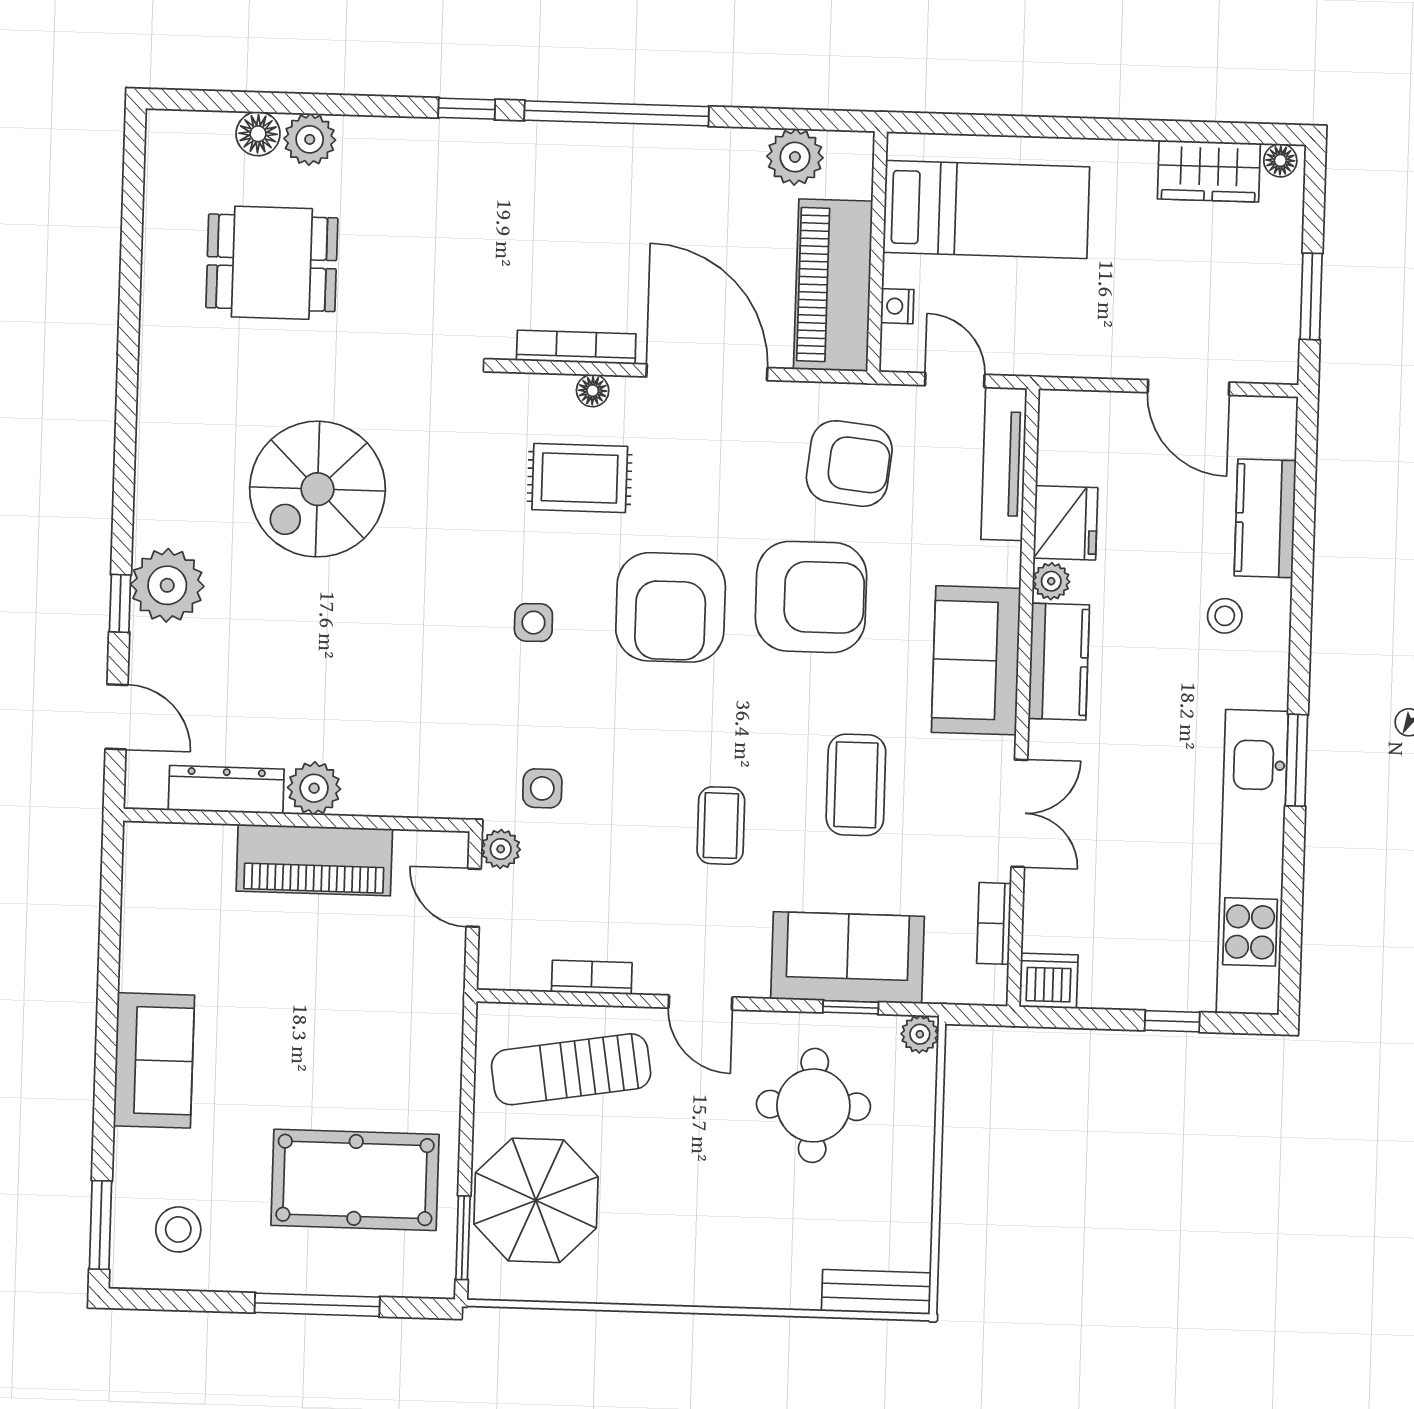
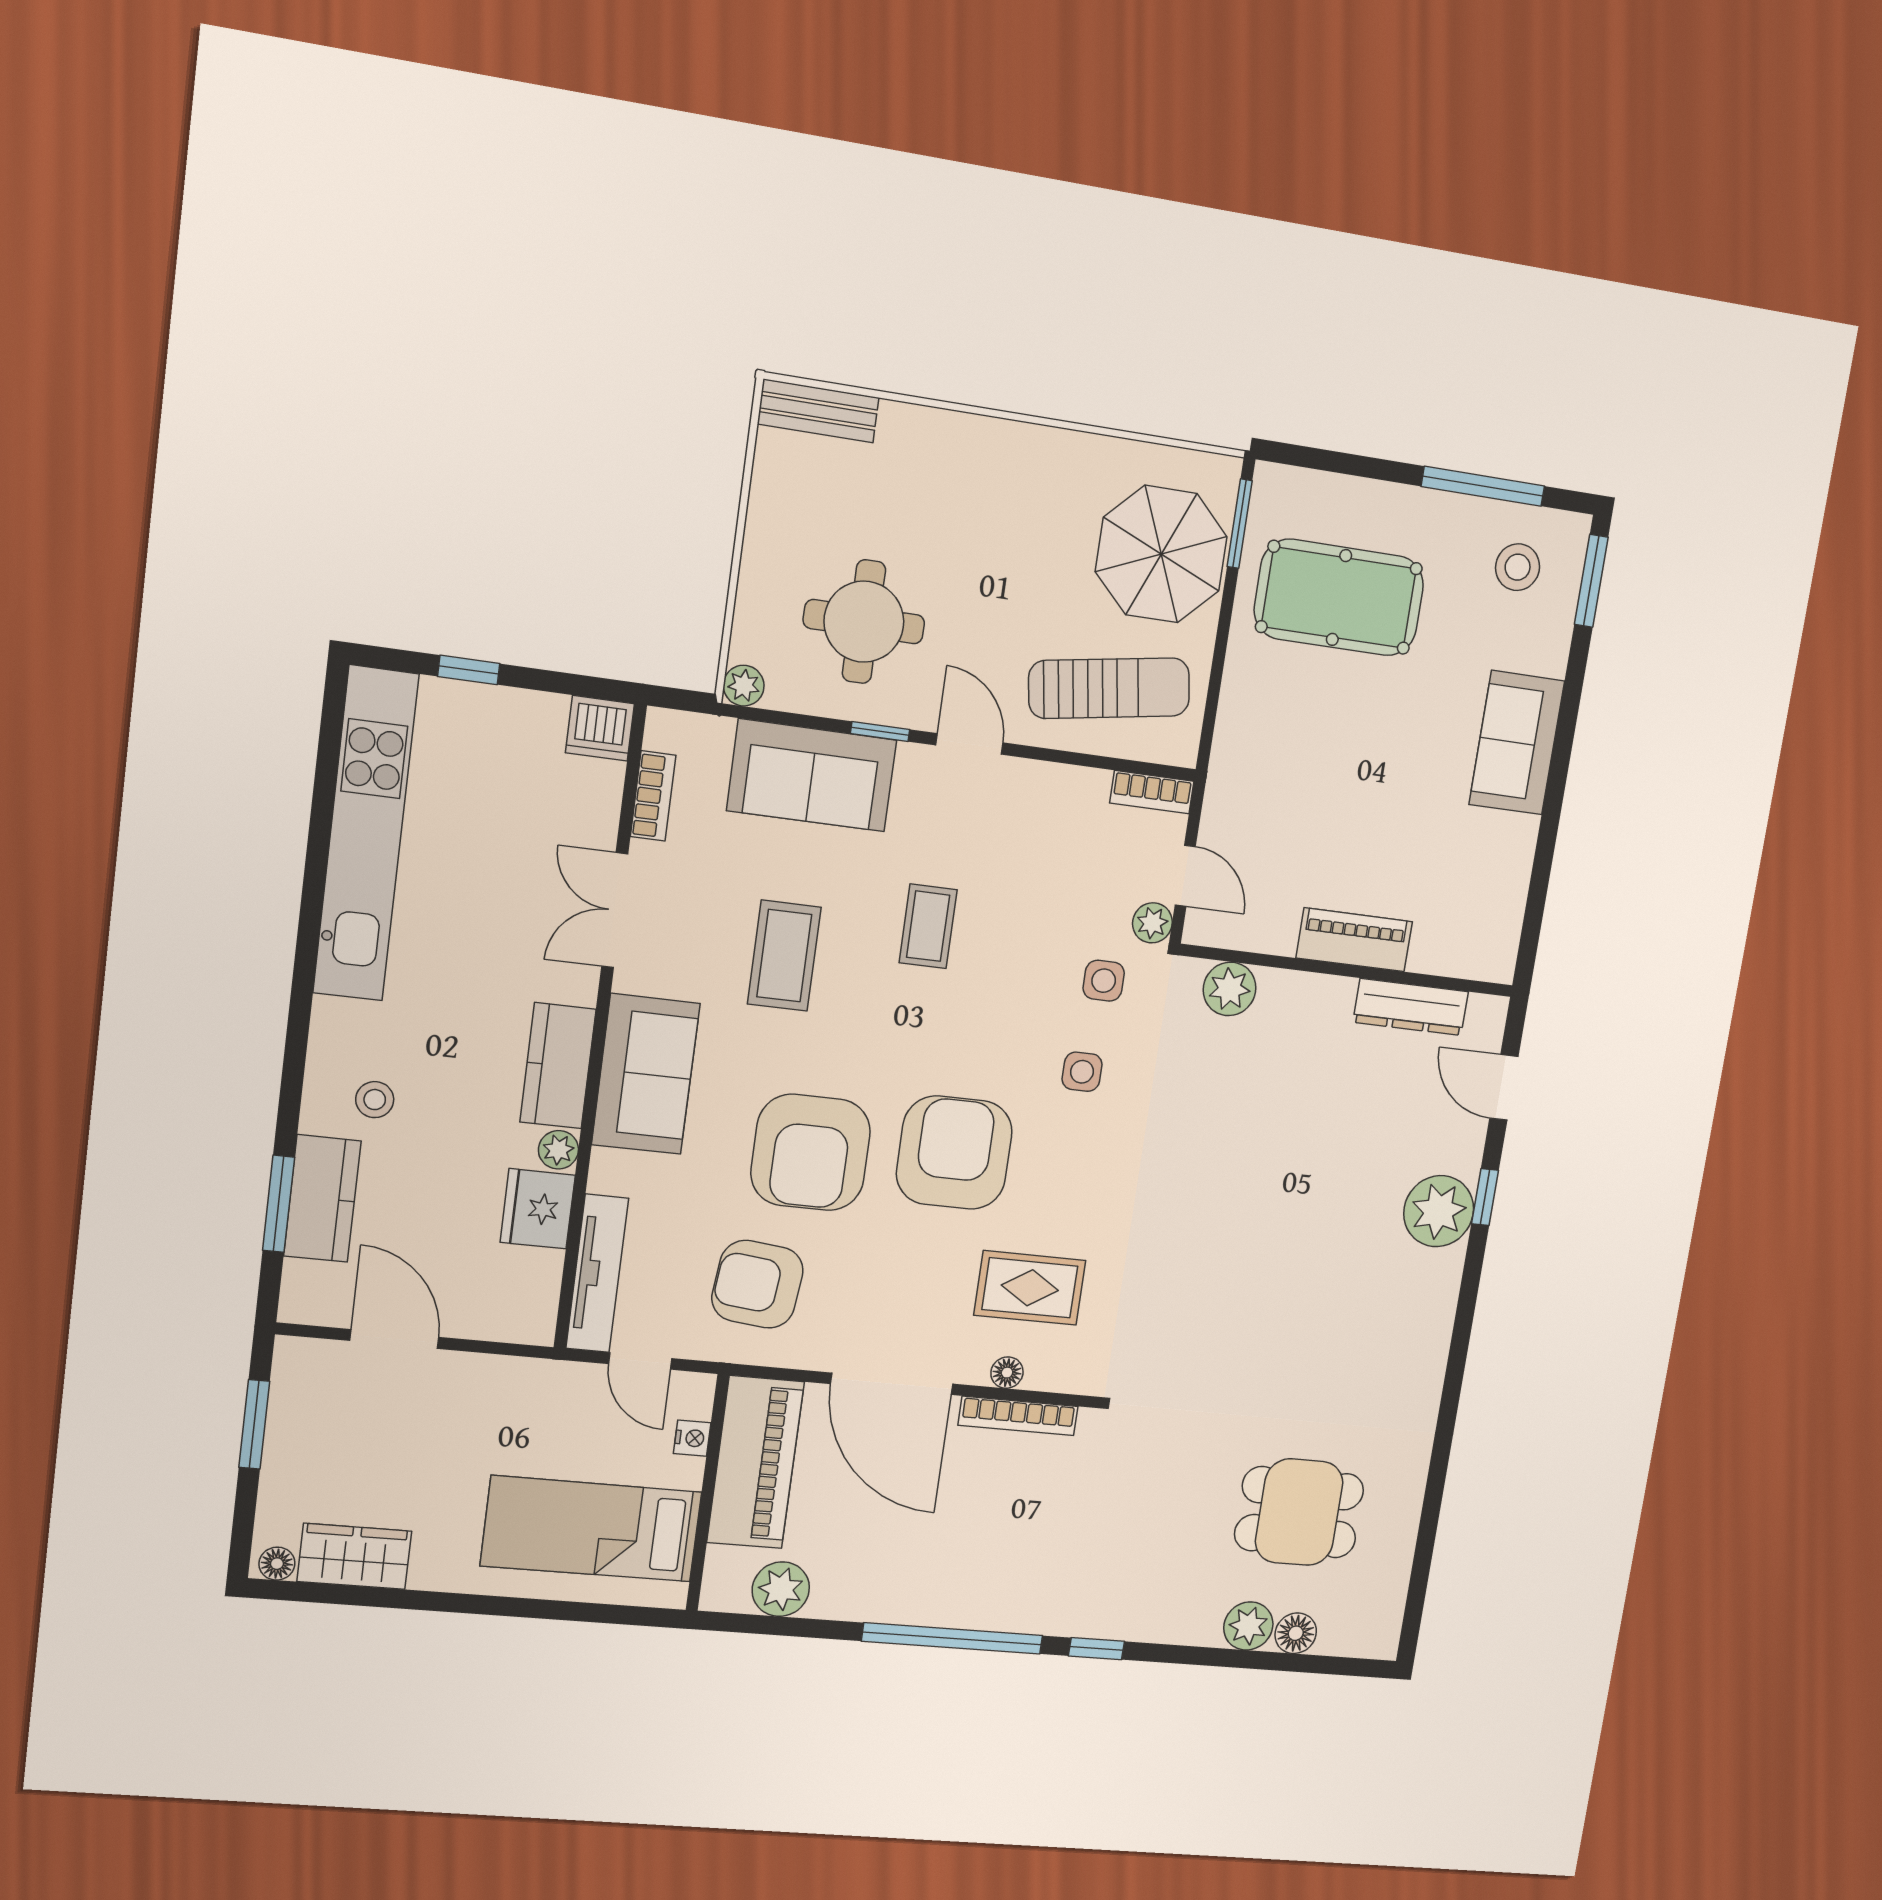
spiral stairs: (318, 489) -> (1285, 1294), removed
armchair: (811, 597) -> (811, 1152), turned -90
side table: (533, 623) -> (1082, 1072), moved
window: (1297, 760) -> (279, 1204), moved
plant: (314, 788) -> (1230, 989), moved
piano: (314, 860) -> (1354, 940), width x0.73, depth x0.75
bookcase: (592, 977) -> (1152, 792), moved
window: (851, 1007) -> (880, 731), moved
window: (317, 1305) -> (1483, 486), moved

